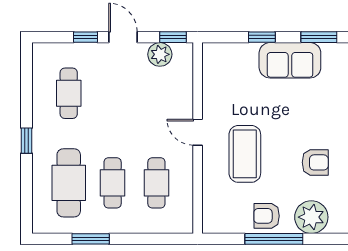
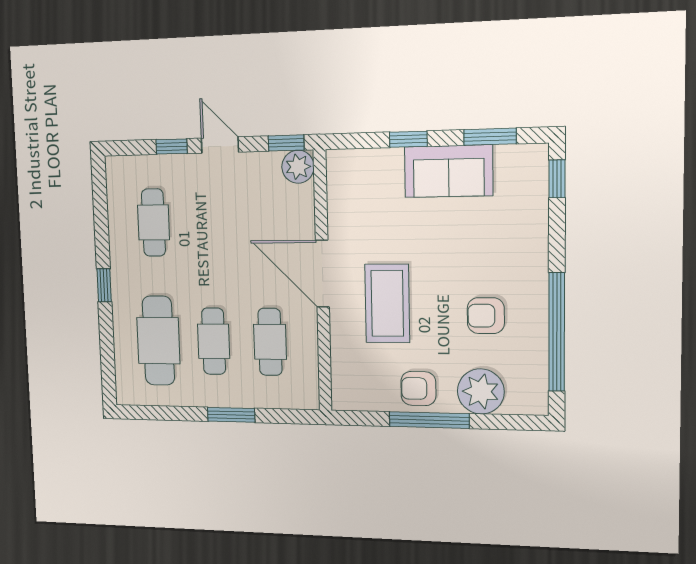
plant: (160, 54) -> (298, 167), moved
door: (198, 132) -> (322, 274), width x1.87
armchair: (315, 162) -> (486, 316), turned 180
window: (91, 239) -> (231, 415), moved

